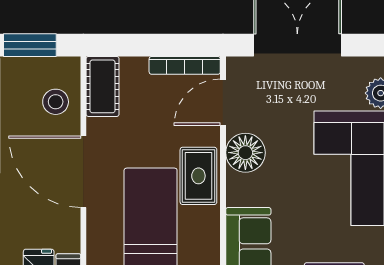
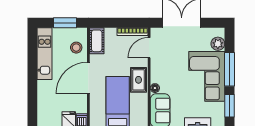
floor lamp: (245, 153) -> (155, 88), moved, width x0.53, depth x0.53
door: (83, 172) -> (88, 78), hinge flipped

